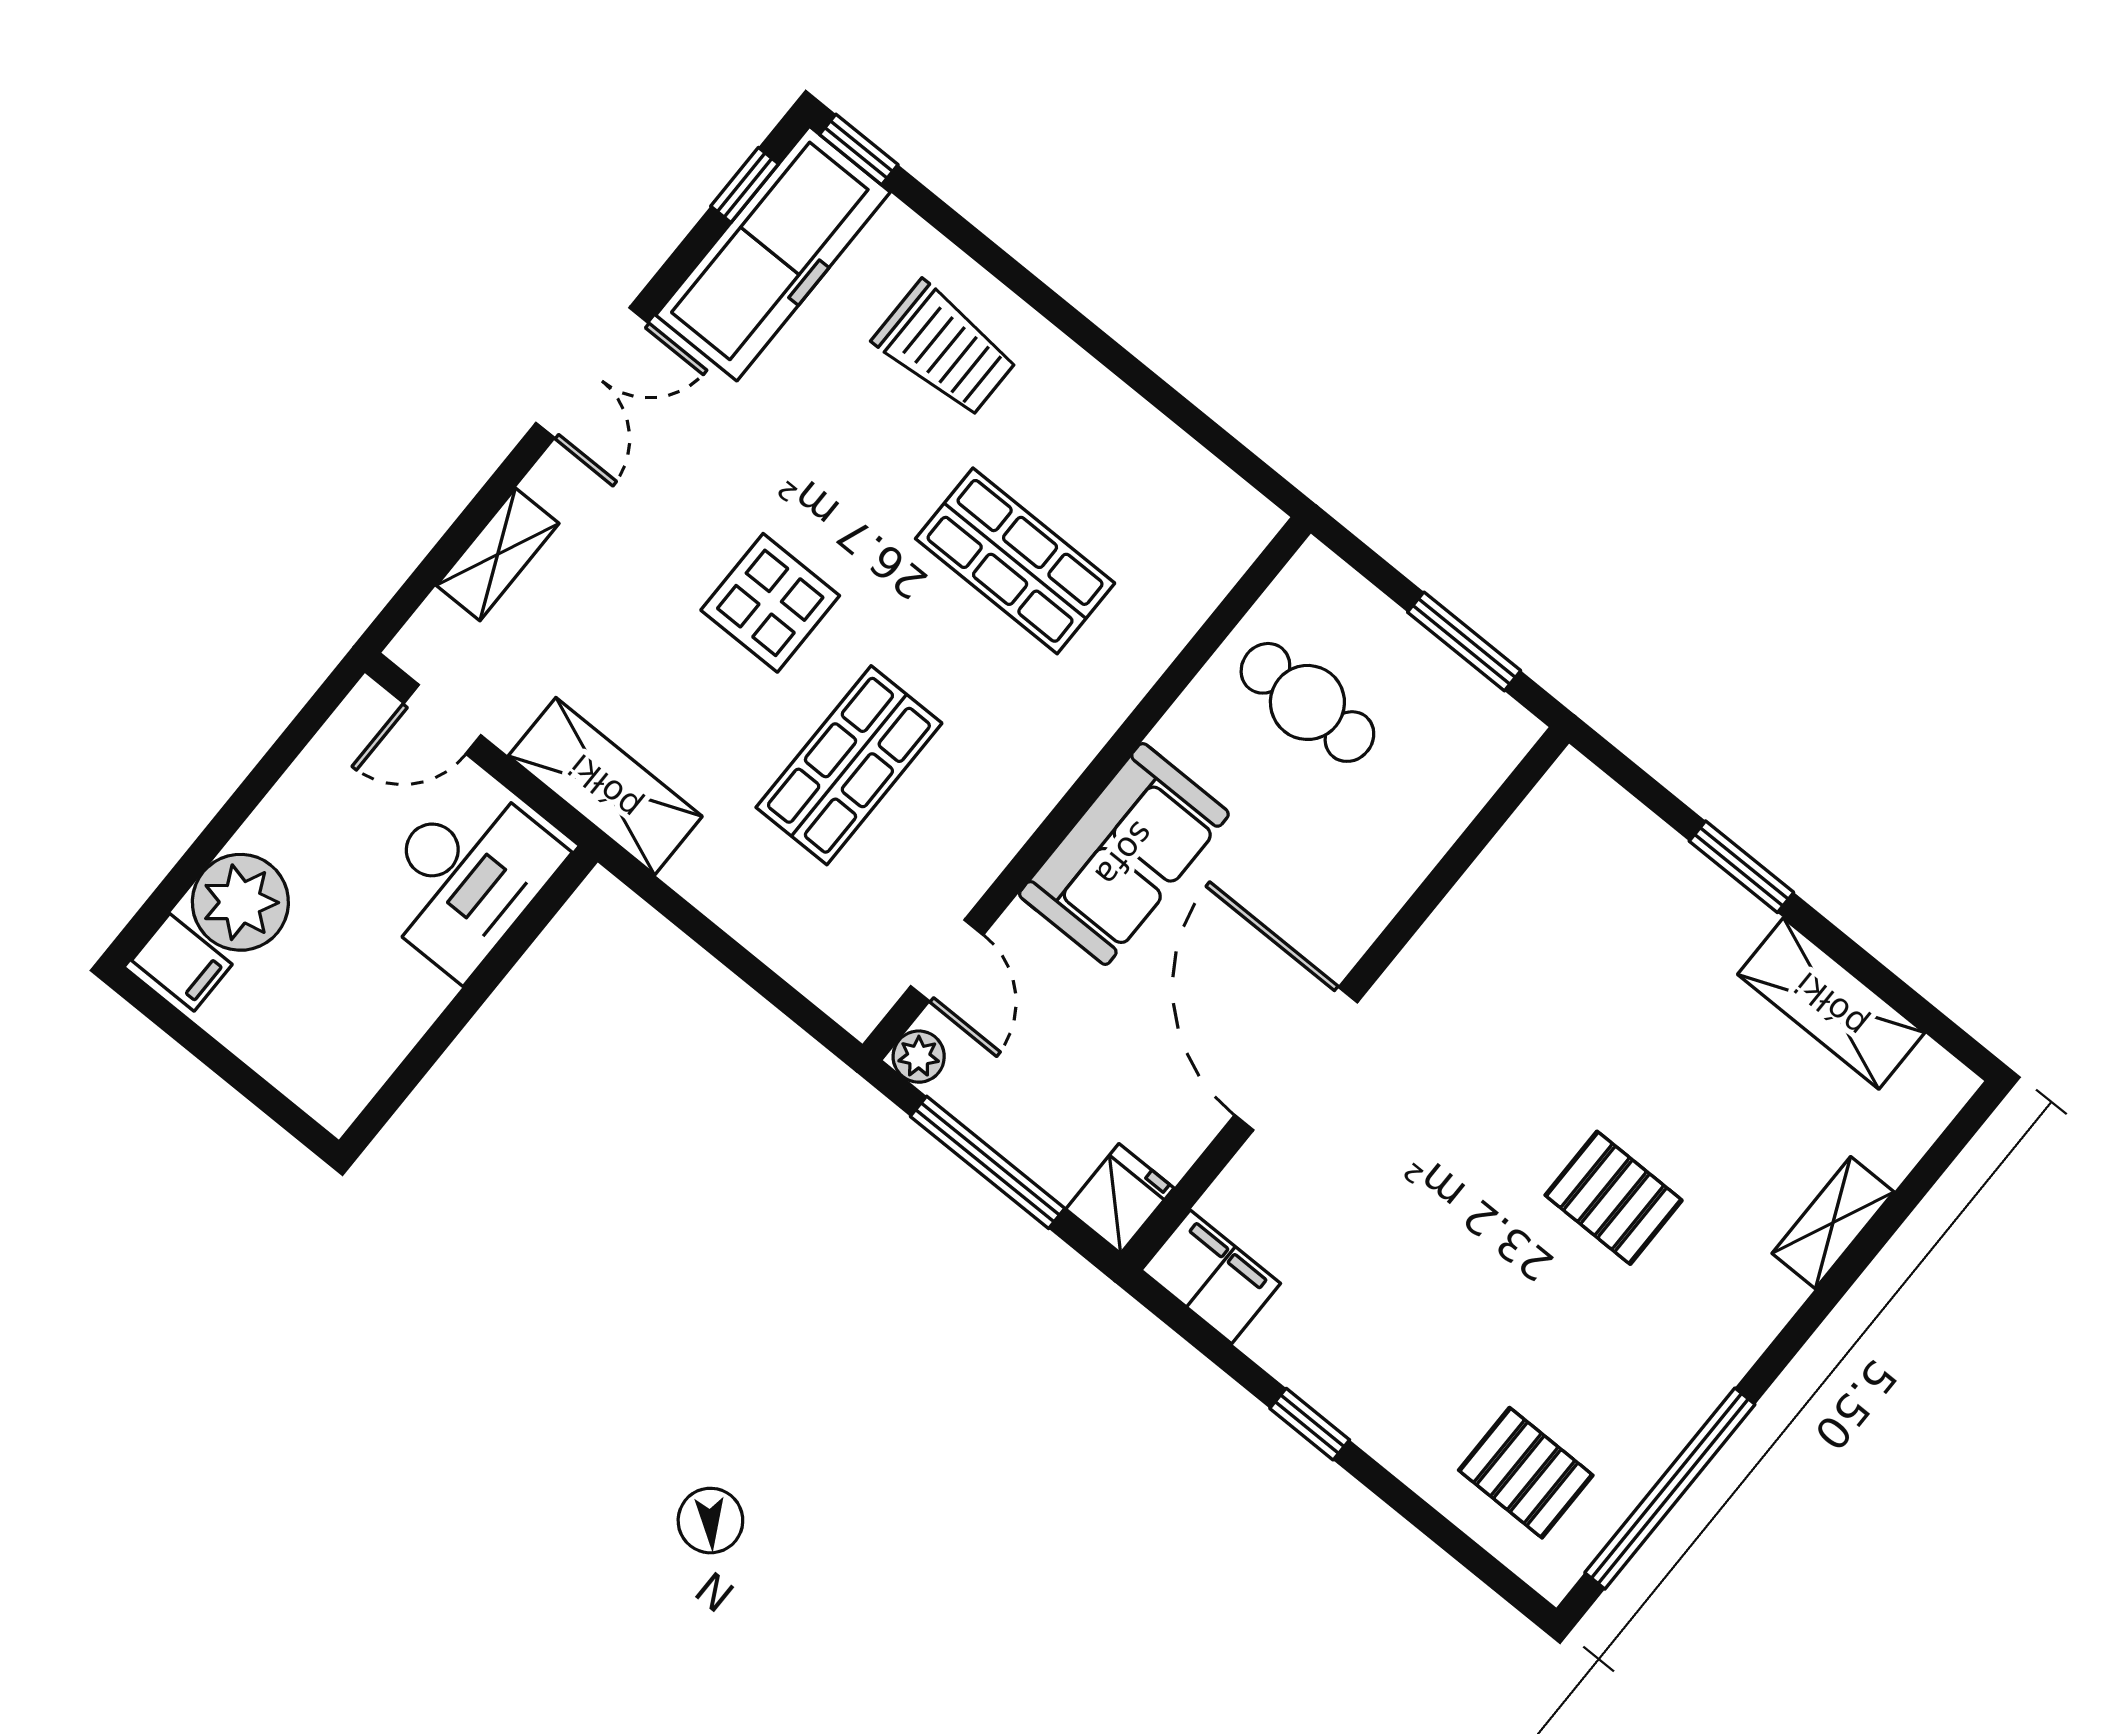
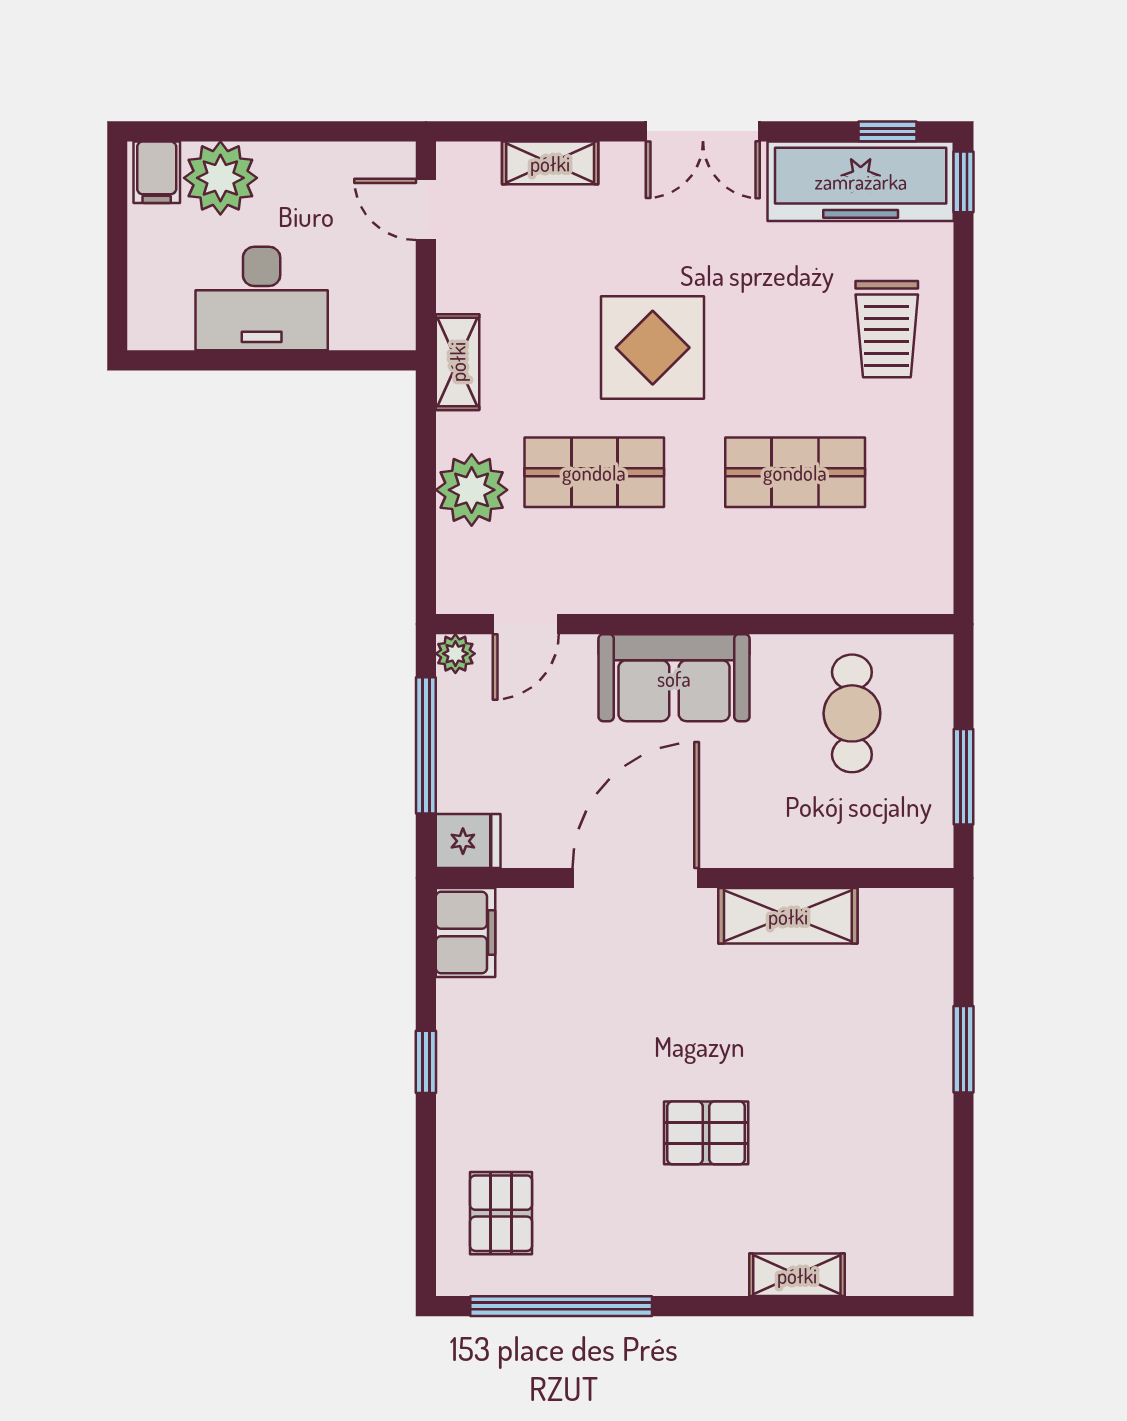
shop shelf: (1015, 561) -> (795, 472), turned 90
display table: (770, 603) -> (653, 348), width x1.36, depth x1.36
shelving: (605, 786) -> (457, 362), width x0.67, depth x0.75
desk: (465, 877) -> (262, 299), moved
plant: (766, 905) -> (472, 490), added
shelving: (1831, 1004) -> (788, 916), moved, turned 90
pallet: (1614, 1198) -> (706, 1133), turned 90

